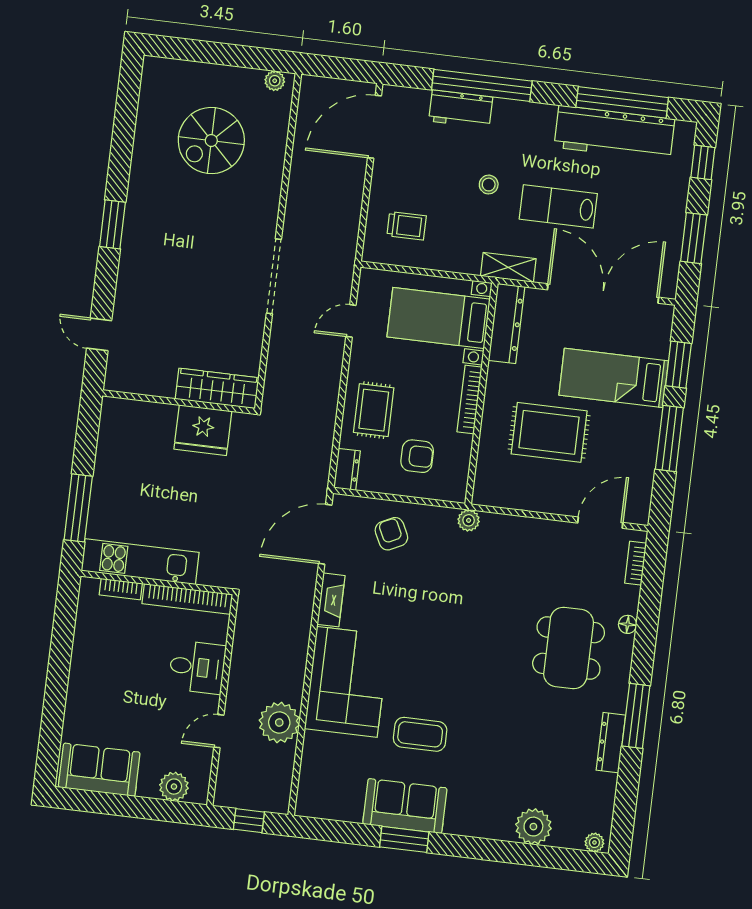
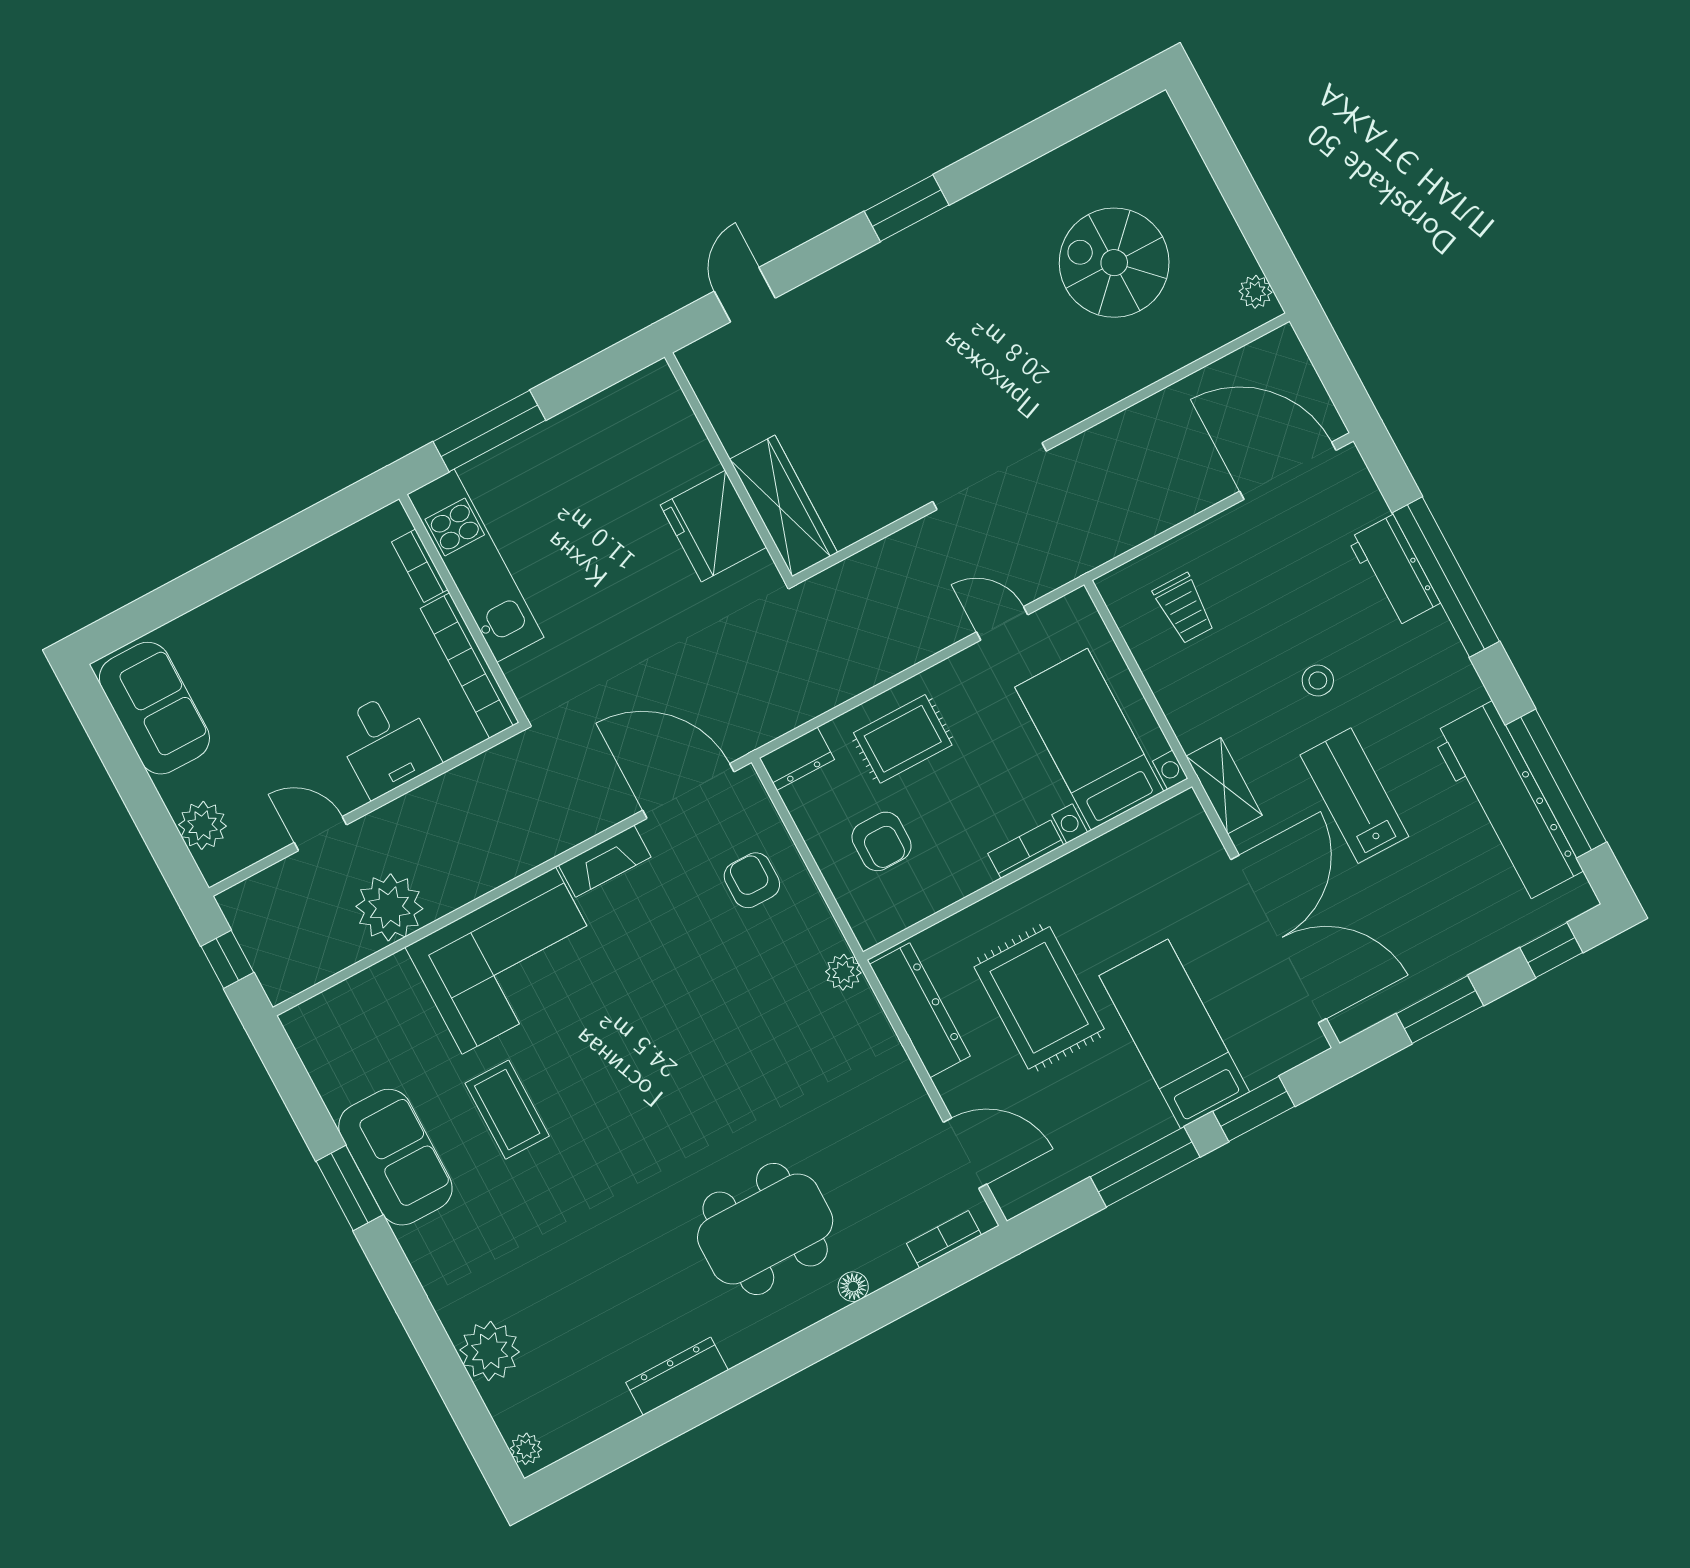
dresser: (506, 324) -> (920, 1010), moved, turned -90
bookcase: (470, 399) -> (1026, 849), width x0.64
armchair: (391, 534) -> (752, 880), turned -64
window: (636, 716) -> (737, 1385), removed

